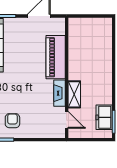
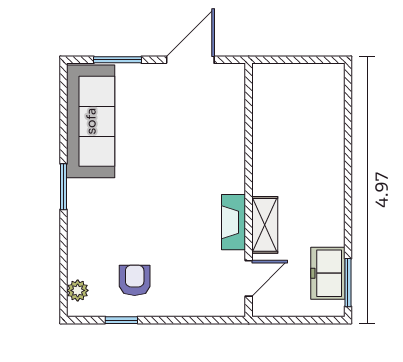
piano: (56, 57) -> (225, 146), removed
door: (67, 120) -> (249, 278), hinge flipped

